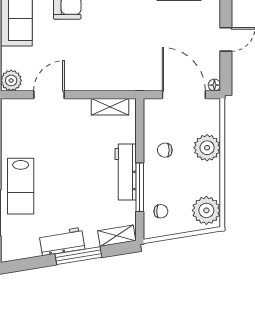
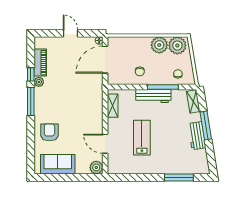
plant: (207, 148) -> (159, 45), moved
lab bench: (21, 186) -> (142, 138), moved, turned -90

